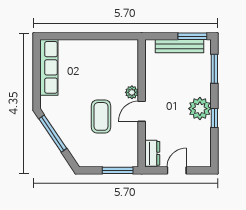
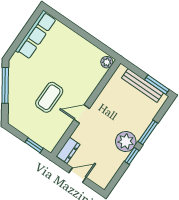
window: (214, 69) -> (148, 132), moved
plant: (132, 92) -> (107, 62), moved
window: (118, 170) -> (34, 145), width x0.67

